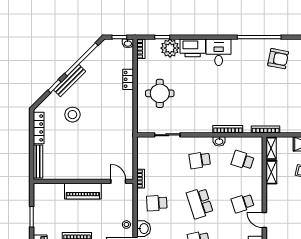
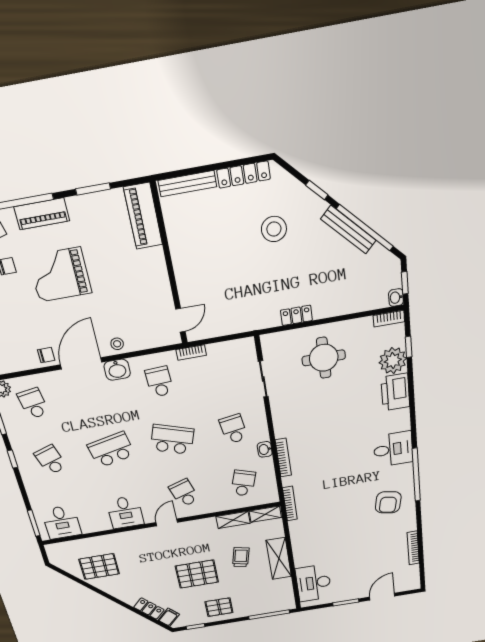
desk: (219, 52) -> (393, 449), moved
locker: (128, 79) -> (296, 315), moved
bench: (70, 81) -> (348, 230), moved
piano: (83, 191) -> (143, 216), moved
school desk: (200, 203) -> (172, 439), turned 36

